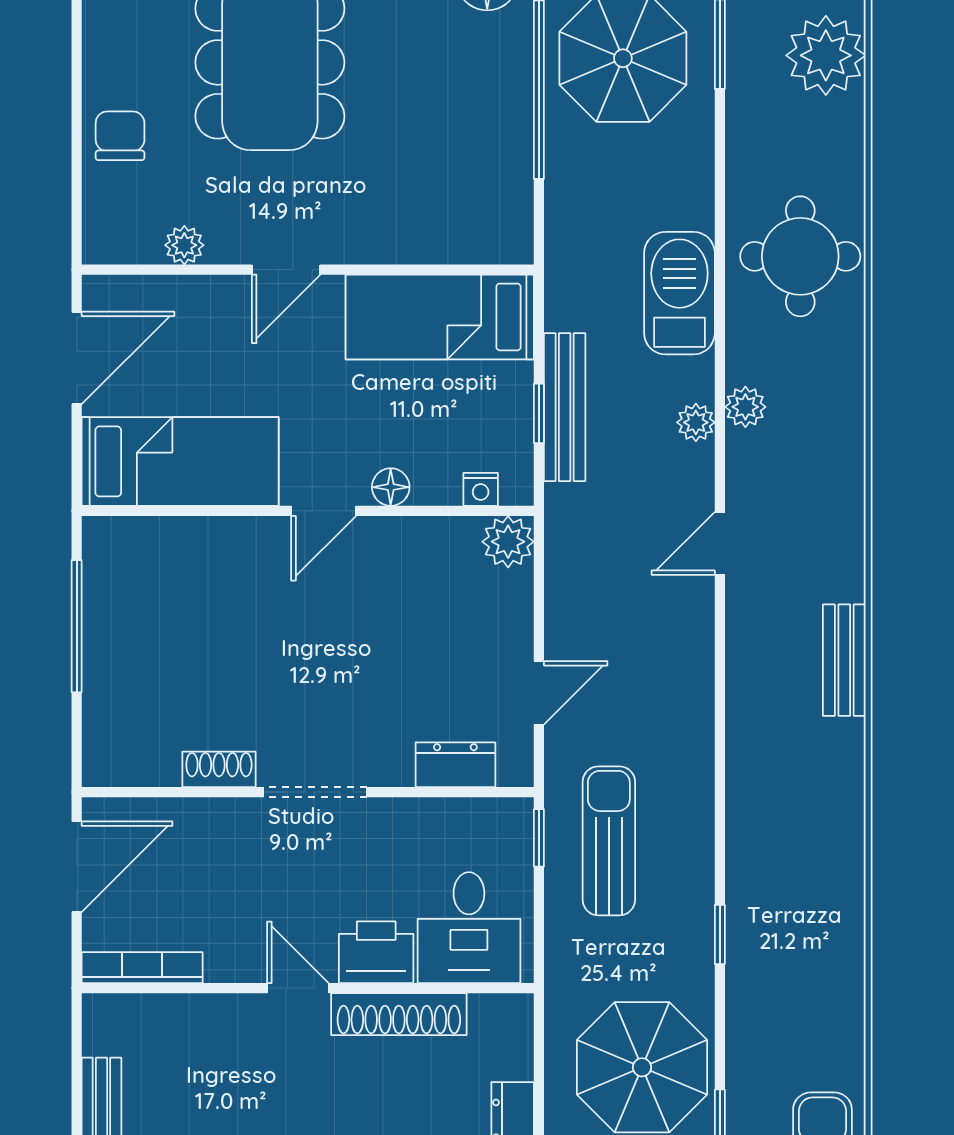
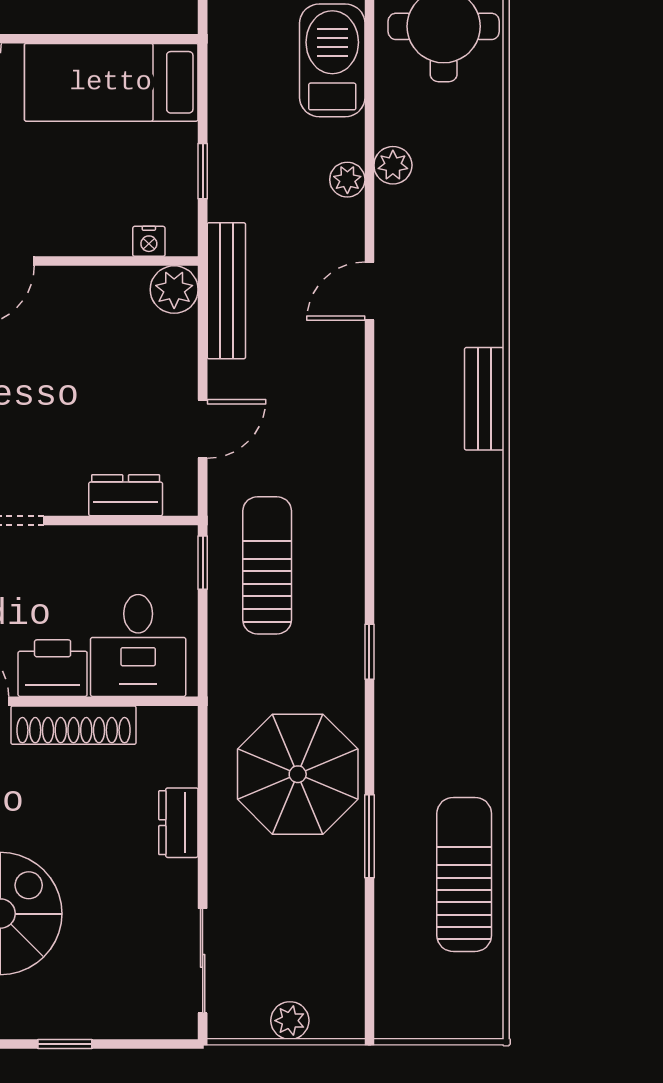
bench: (565, 407) -> (226, 291), moved
floor lamp: (391, 487) -> (66, 239), removed

